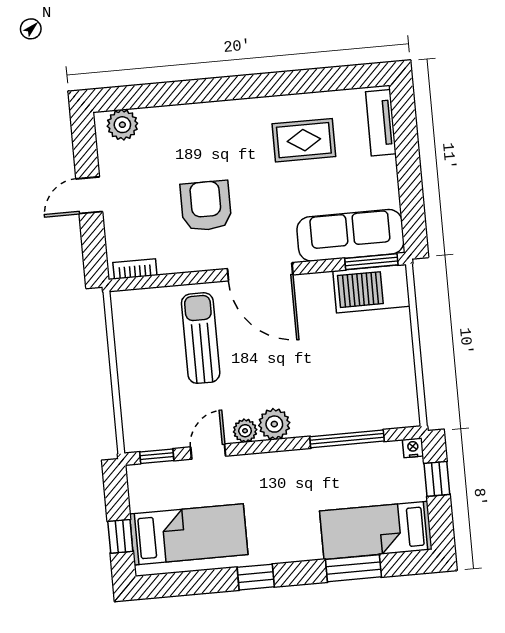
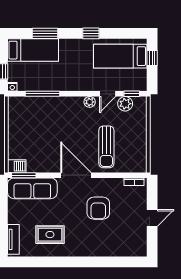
plant: (122, 125) -> (134, 249), removed
barbecue: (371, 289) -> (17, 166), width x0.53, depth x0.65
plant: (274, 424) -> (125, 104), moved

